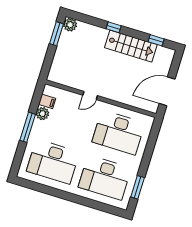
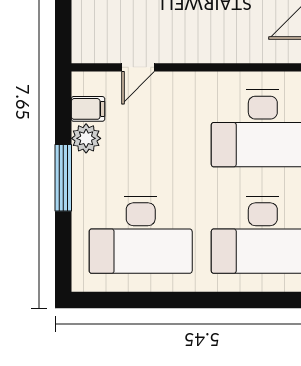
door: (90, 95) -> (138, 67), moved

